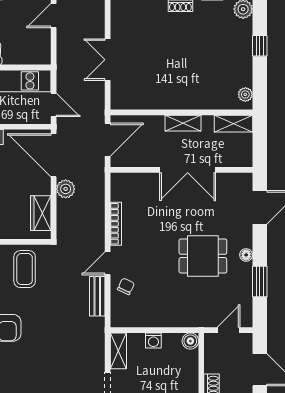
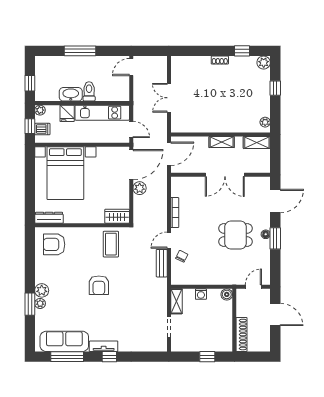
door: (54, 155) -> (131, 165), swing flipped
wardrobe: (41, 213) -> (117, 216), moved, turned 90
window: (260, 281) -> (275, 238), moved

